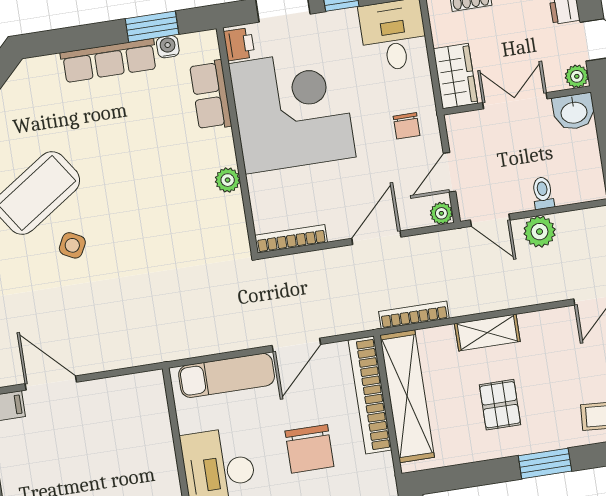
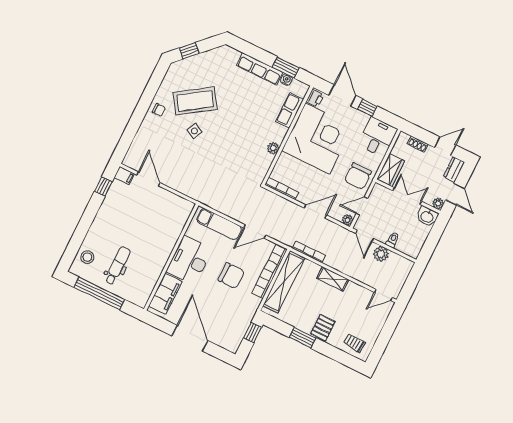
chair: (407, 126) -> (358, 176), width x1.87, depth x1.87
pallet: (500, 405) -> (323, 328), moved
chair: (309, 449) -> (231, 276), turned -90
window: (545, 463) -> (303, 338), moved

